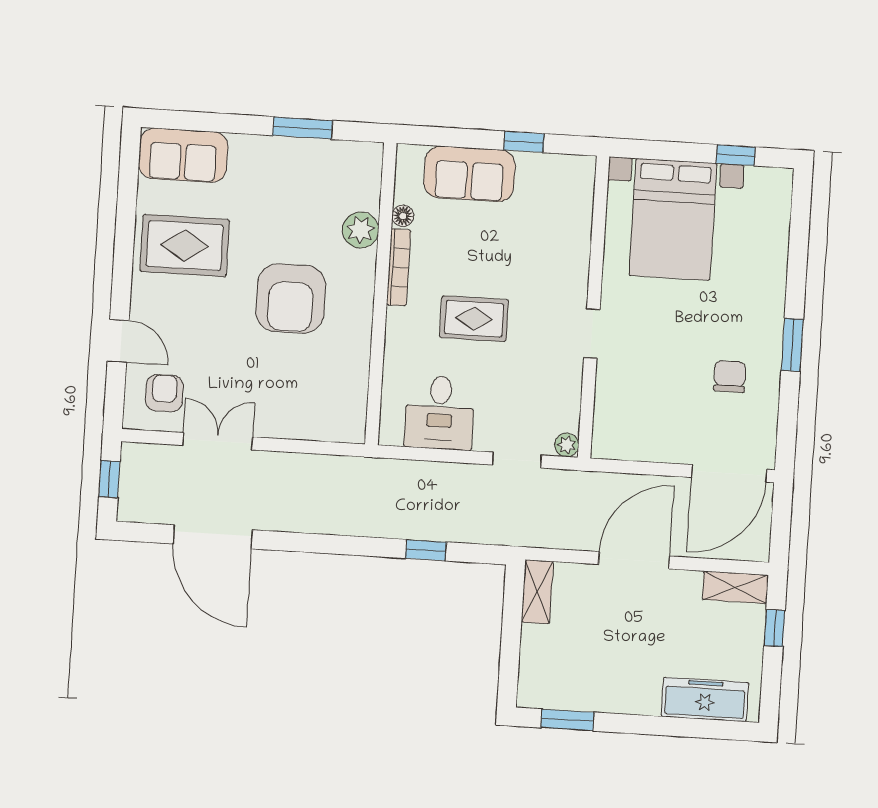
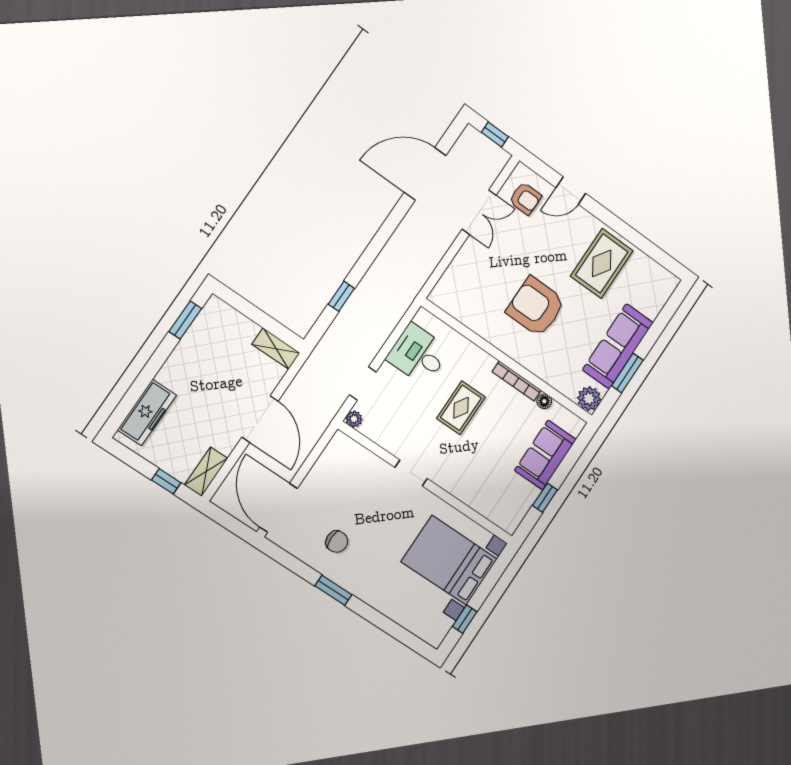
sofa: (183, 155) -> (618, 346), moved, width x1.36
plant: (361, 230) -> (589, 399), moved

